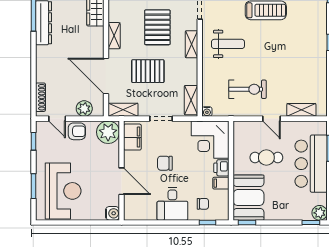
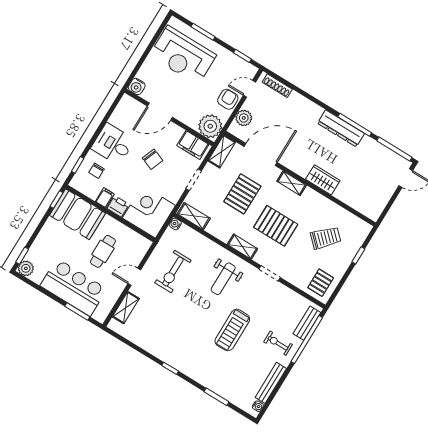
armchair: (77, 131) -> (228, 99), turned 180
chair: (165, 163) -> (152, 159), turned 111

